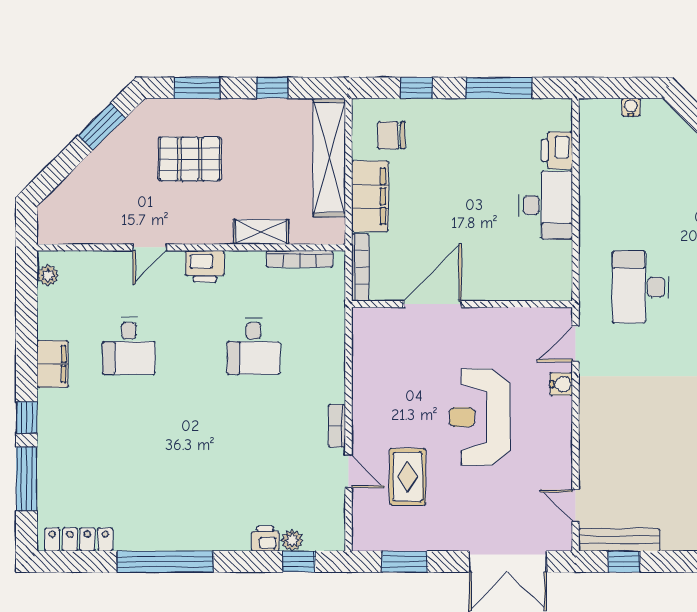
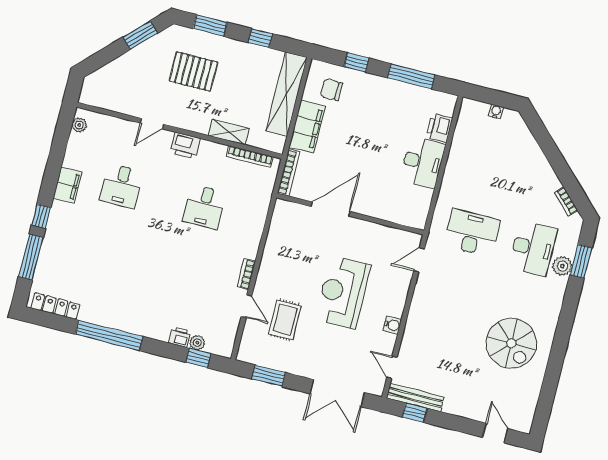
desk: (641, 287) -> (472, 233), turned 90
water cooler: (561, 384) -> (392, 325), moved

